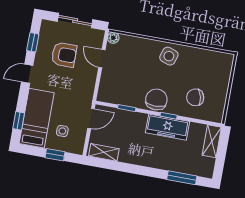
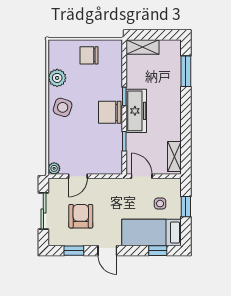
plant: (197, 56) -> (57, 78), added
chair: (195, 97) -> (89, 55), moved, turned 104
freezer: (167, 127) -> (136, 111), moved

